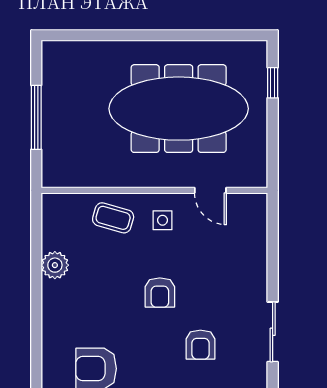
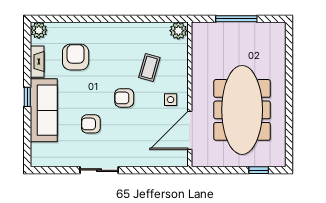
door: (210, 190) -> (190, 130), width x1.87
coffee table: (113, 218) -> (149, 68), moved
plant: (55, 265) -> (178, 31), moved

